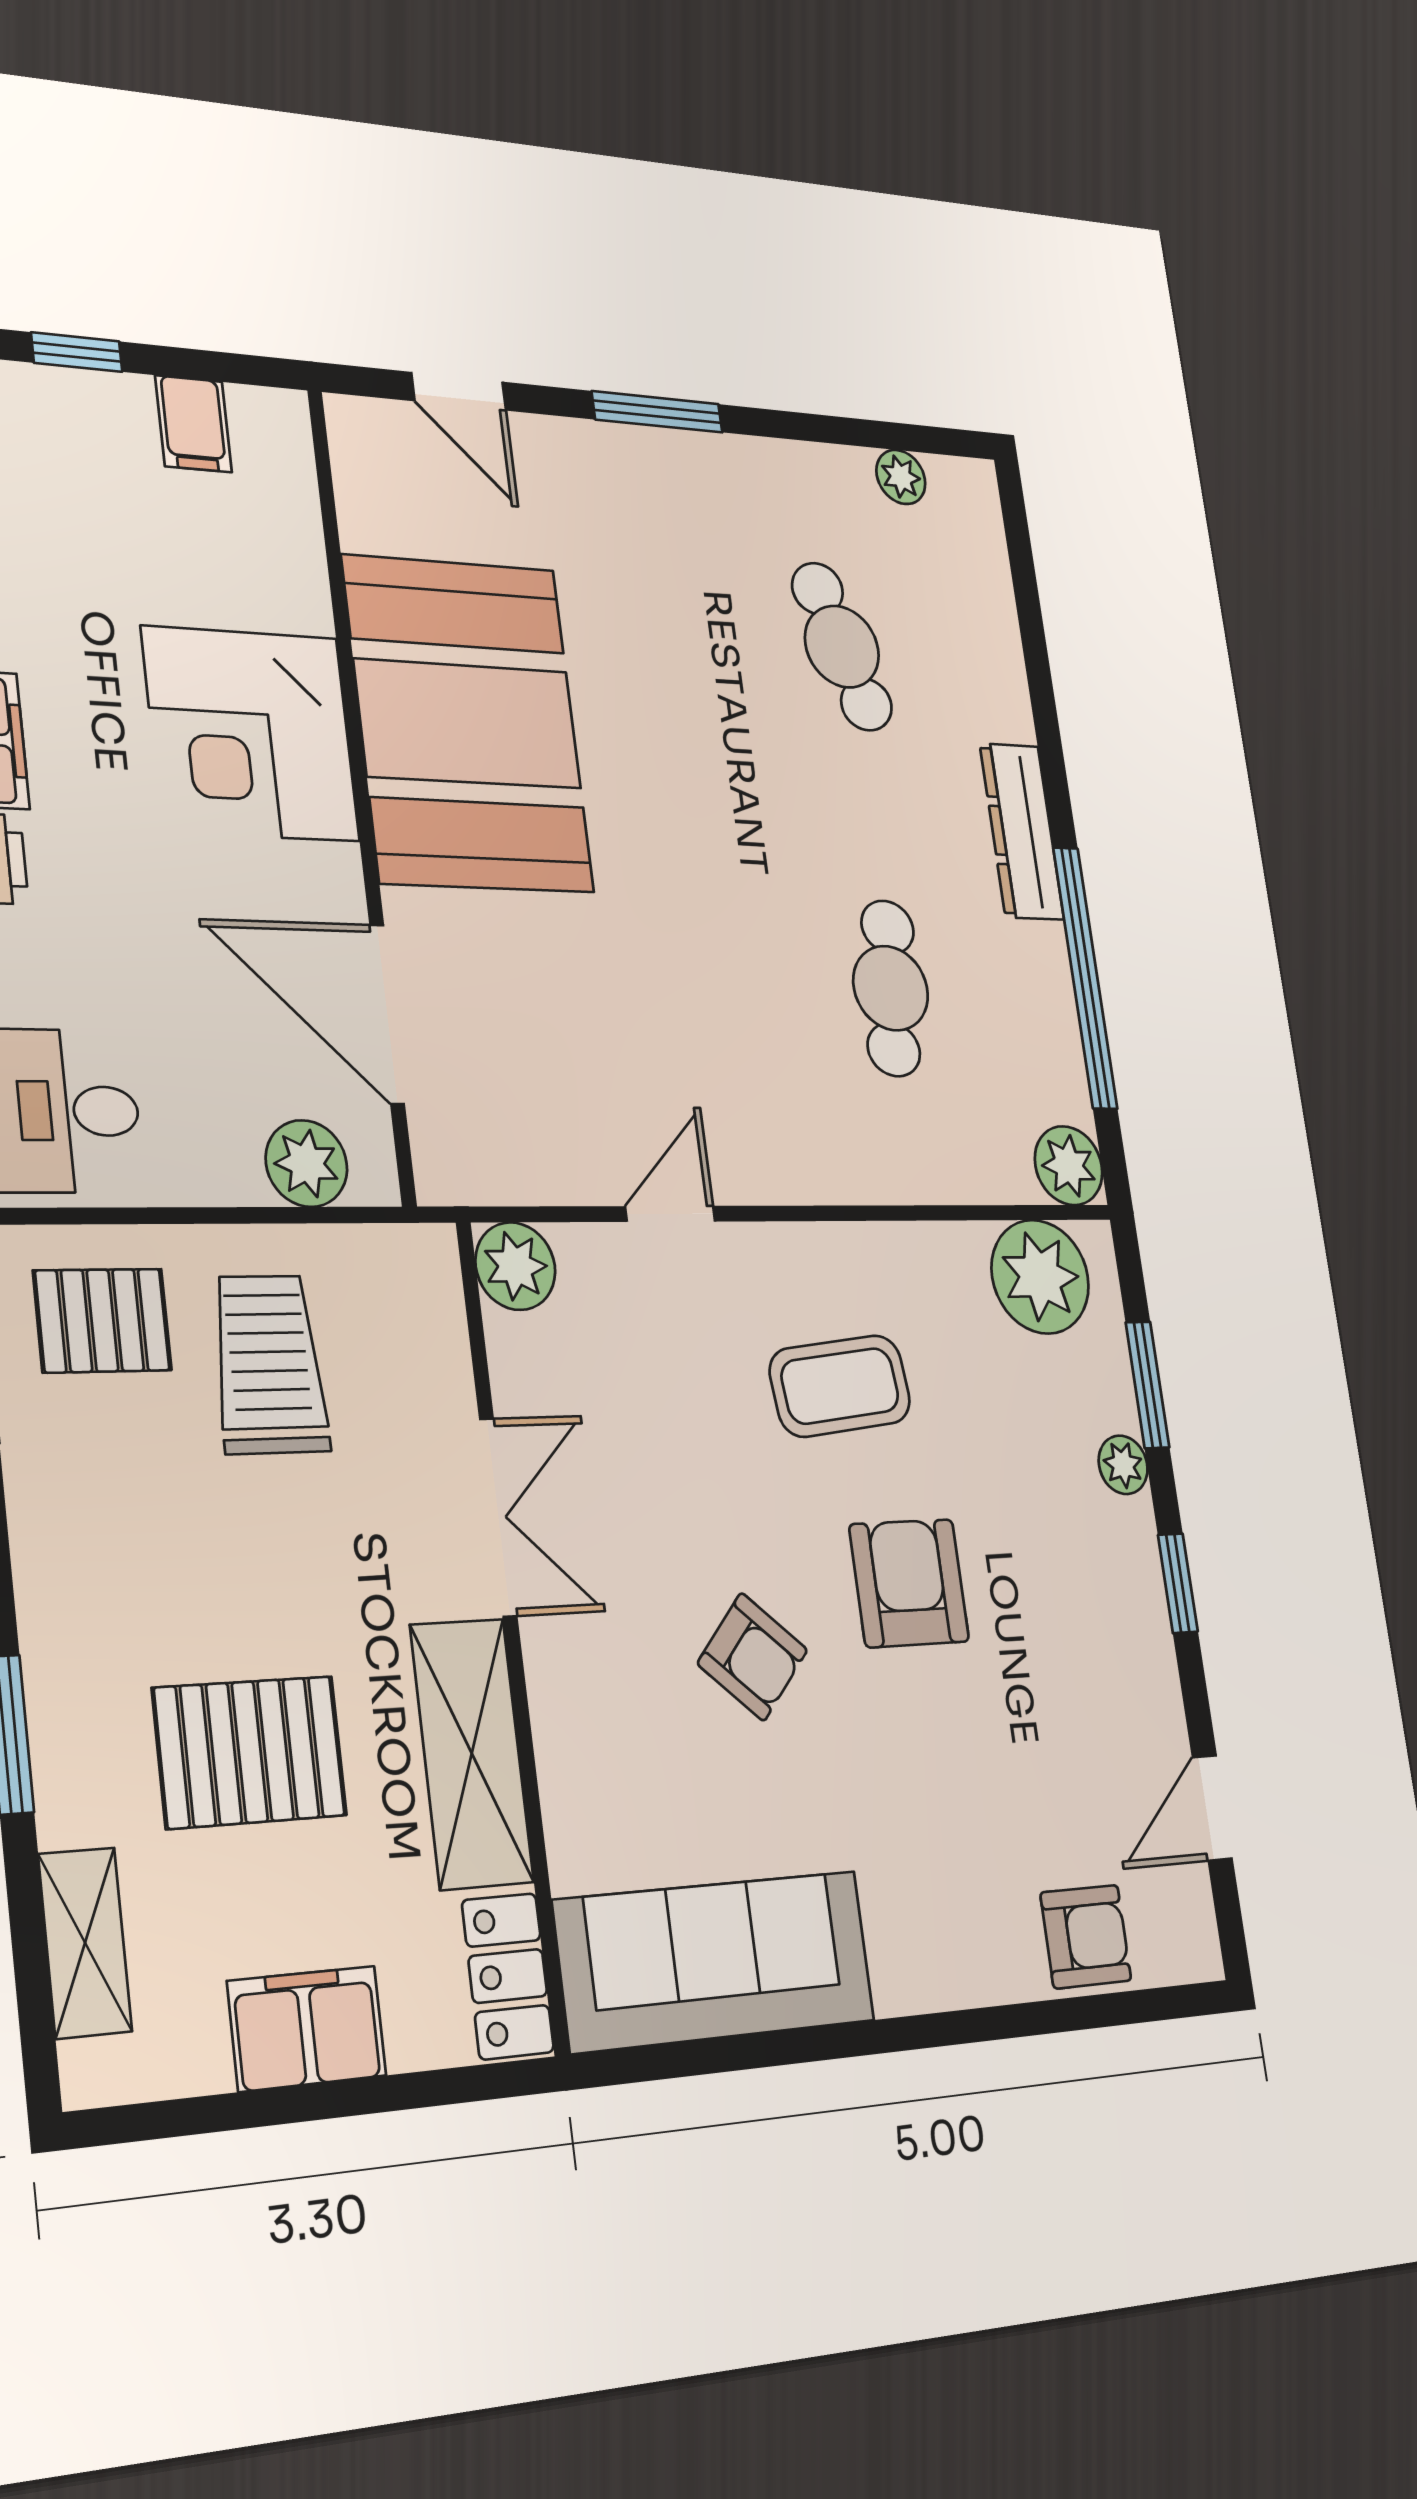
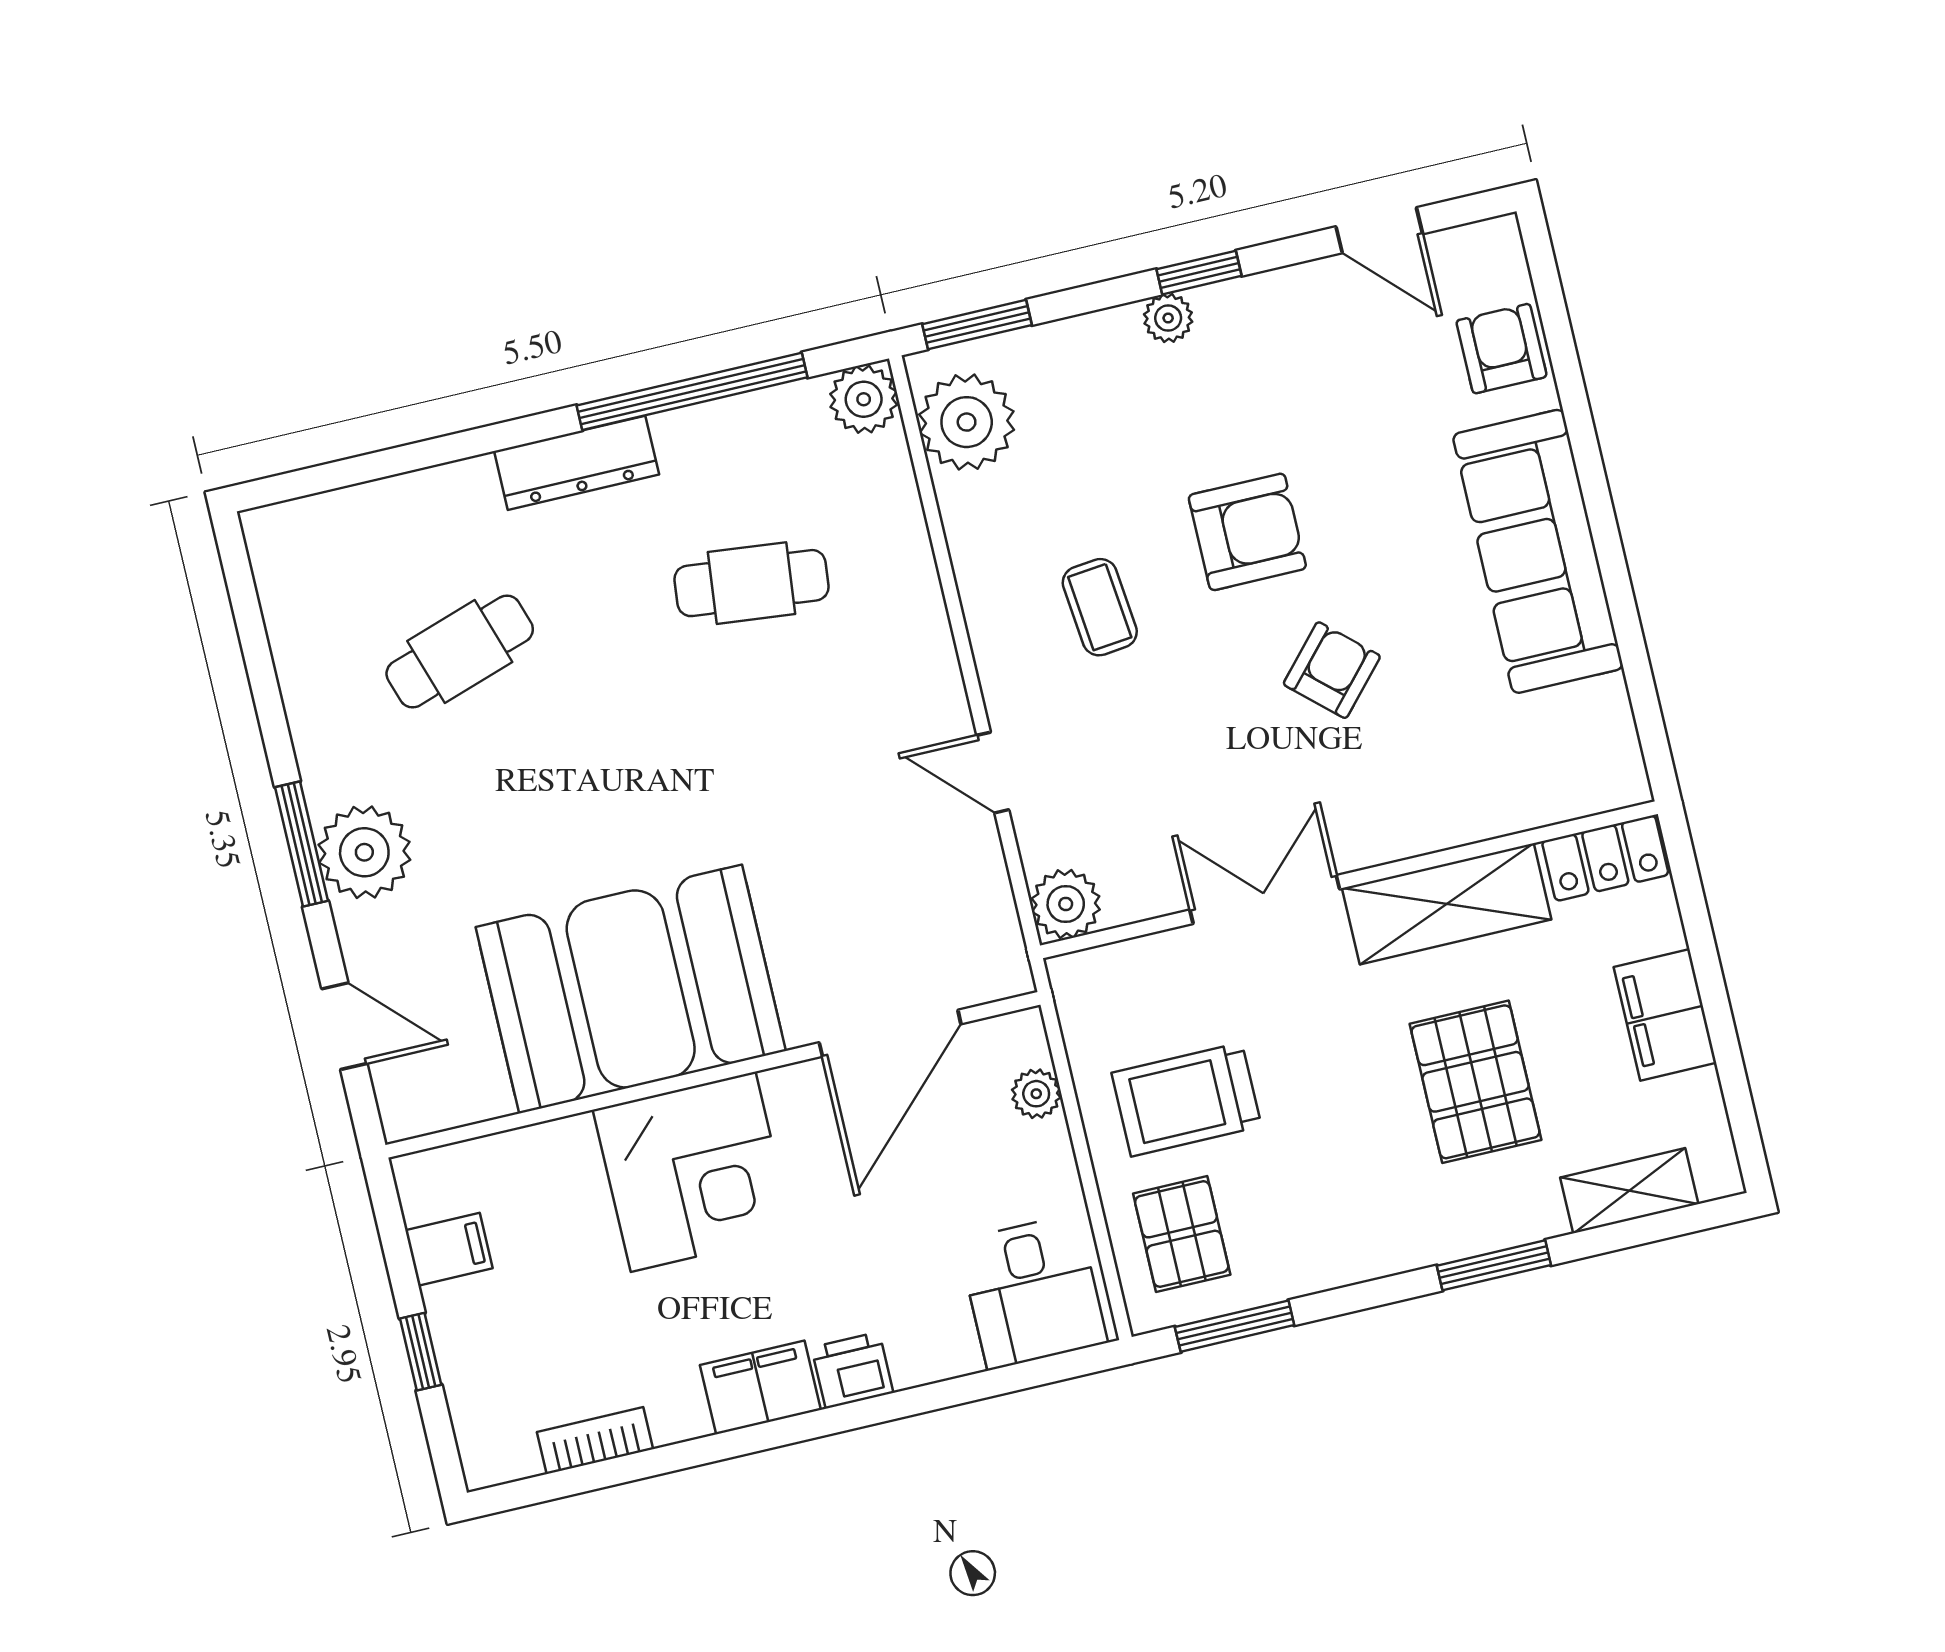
door: (459, 391) -> (344, 1026), hinge flipped
plant: (901, 477) -> (364, 852), moved, width x1.88, depth x1.88
plant: (307, 1163) -> (1036, 1094), width x0.73, depth x0.73
window: (1147, 1385) -> (977, 325), moved
coffee table: (840, 1386) -> (1100, 607), width x0.73, depth x0.77
plant: (1123, 1465) -> (1168, 318), moved
armchair: (909, 1583) -> (1247, 532), turned 180
sofa: (715, 1961) -> (1538, 551), moved

